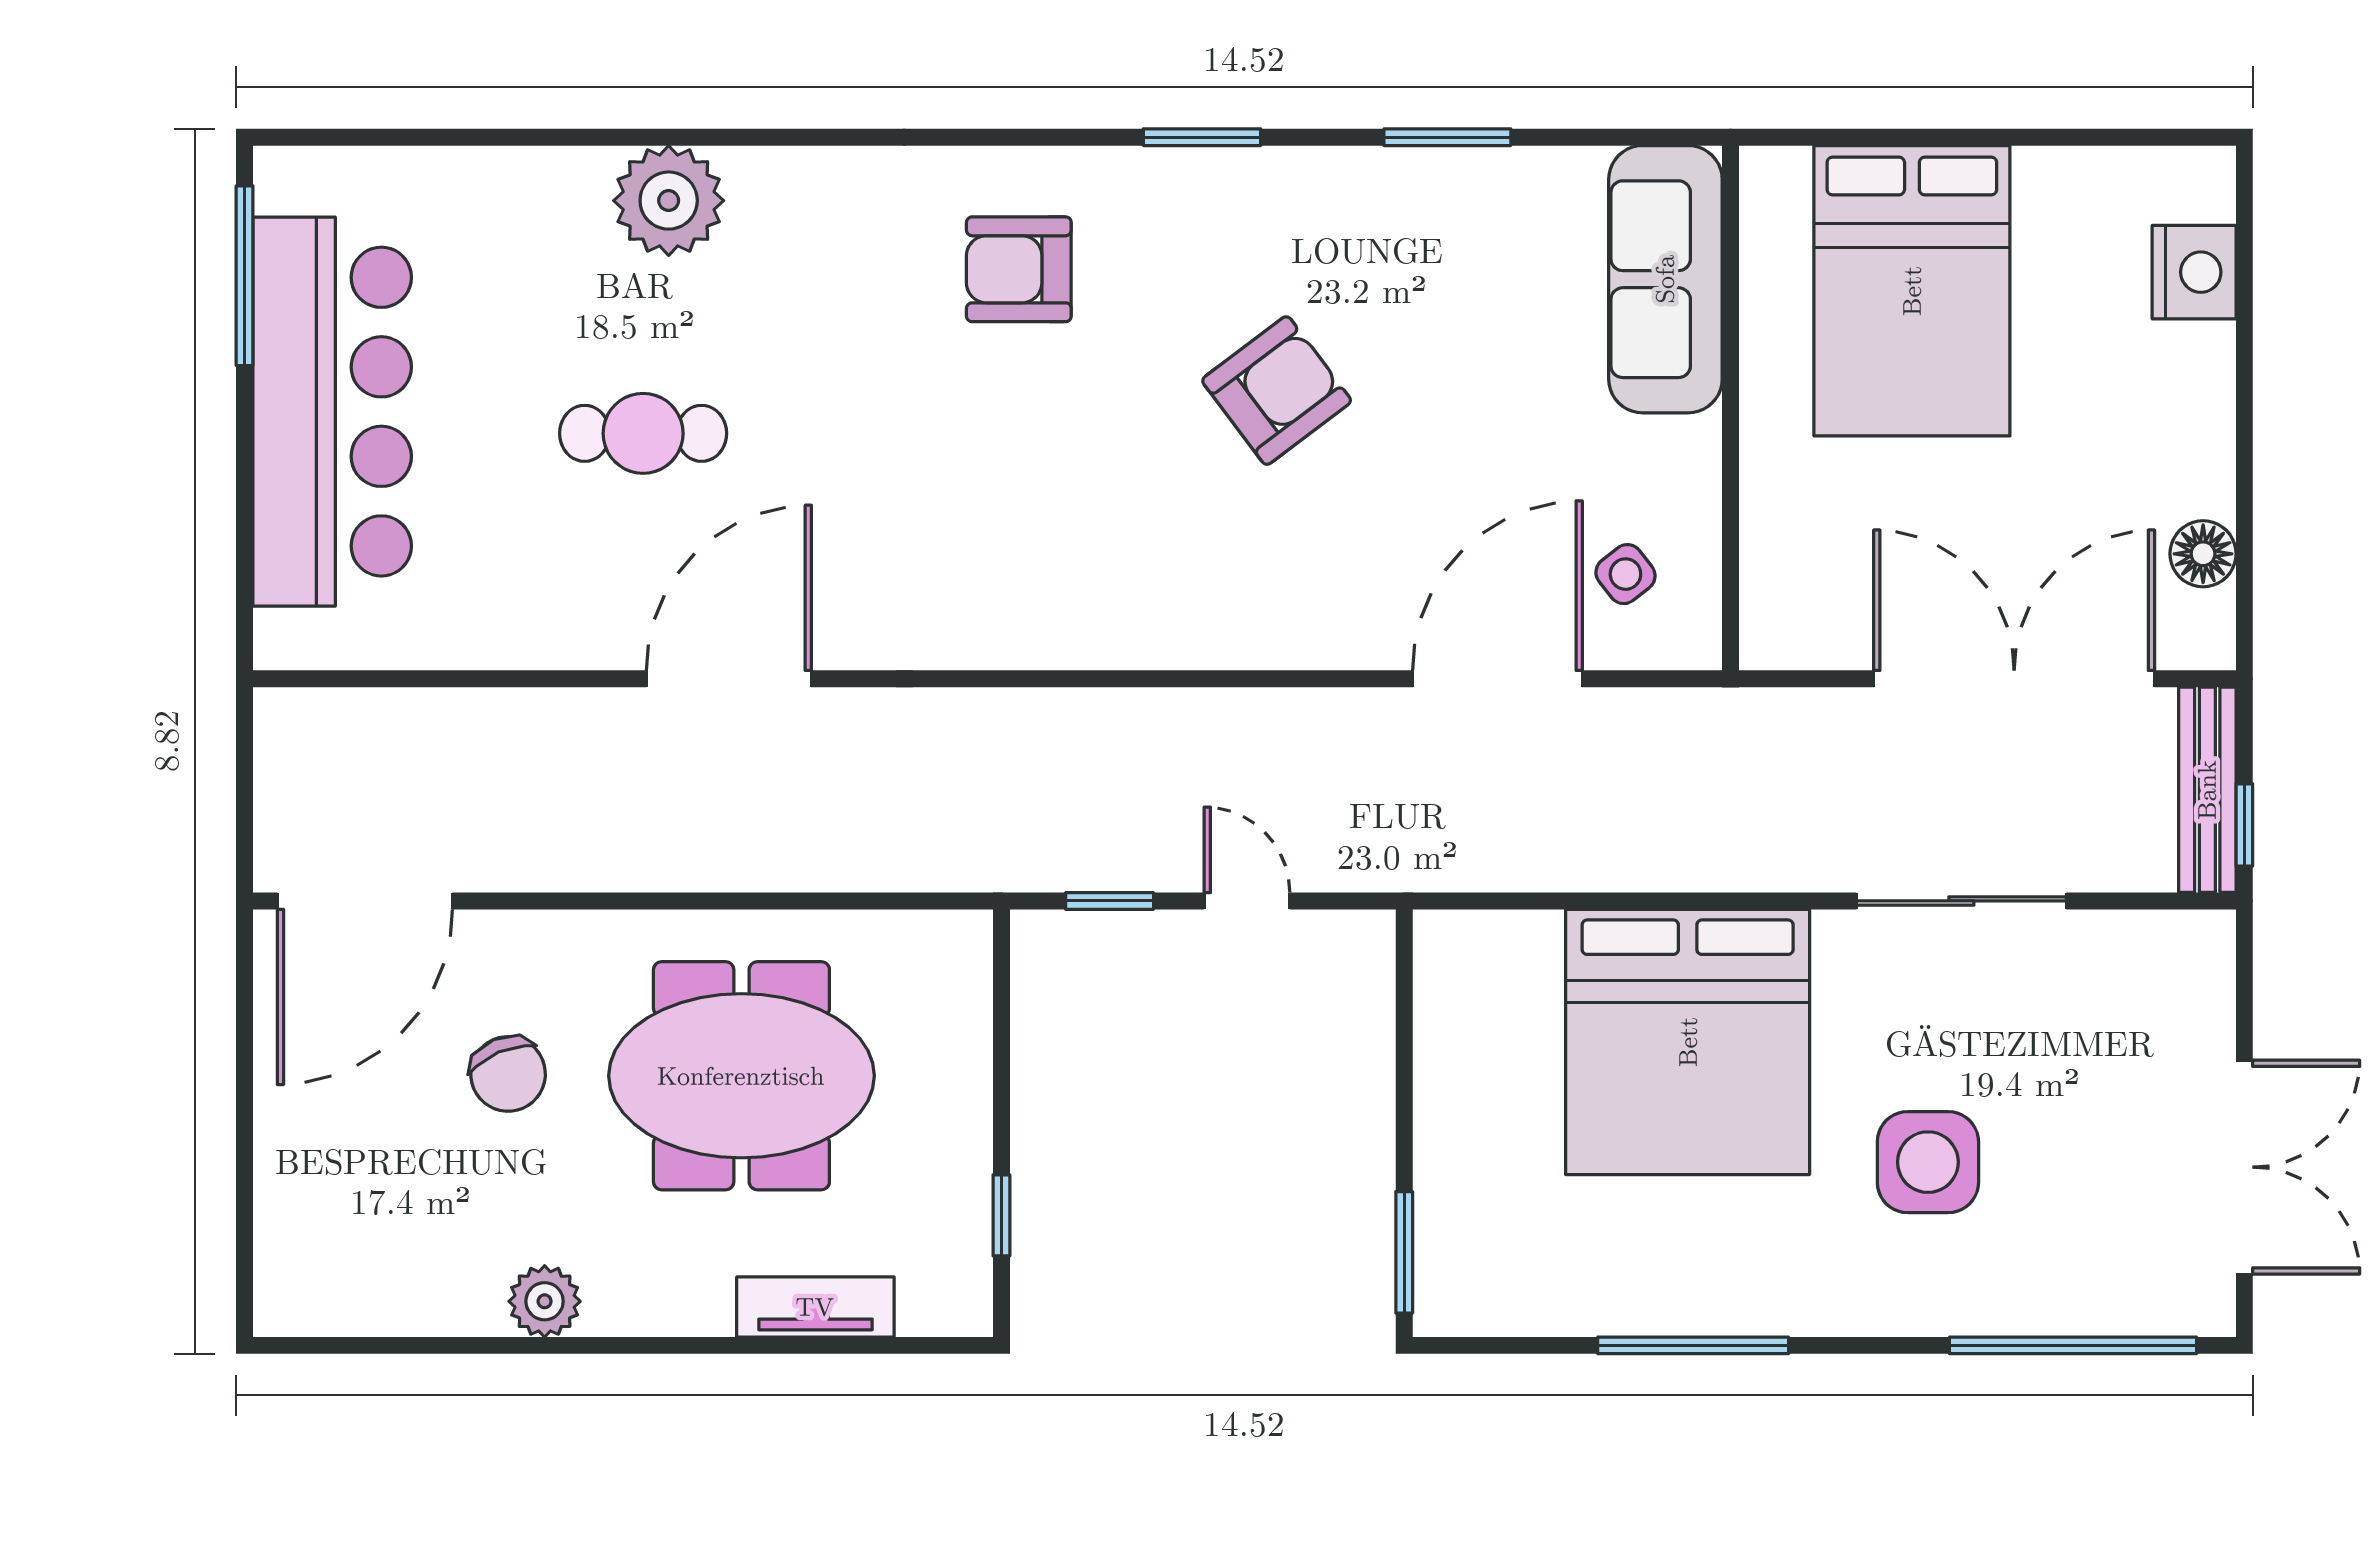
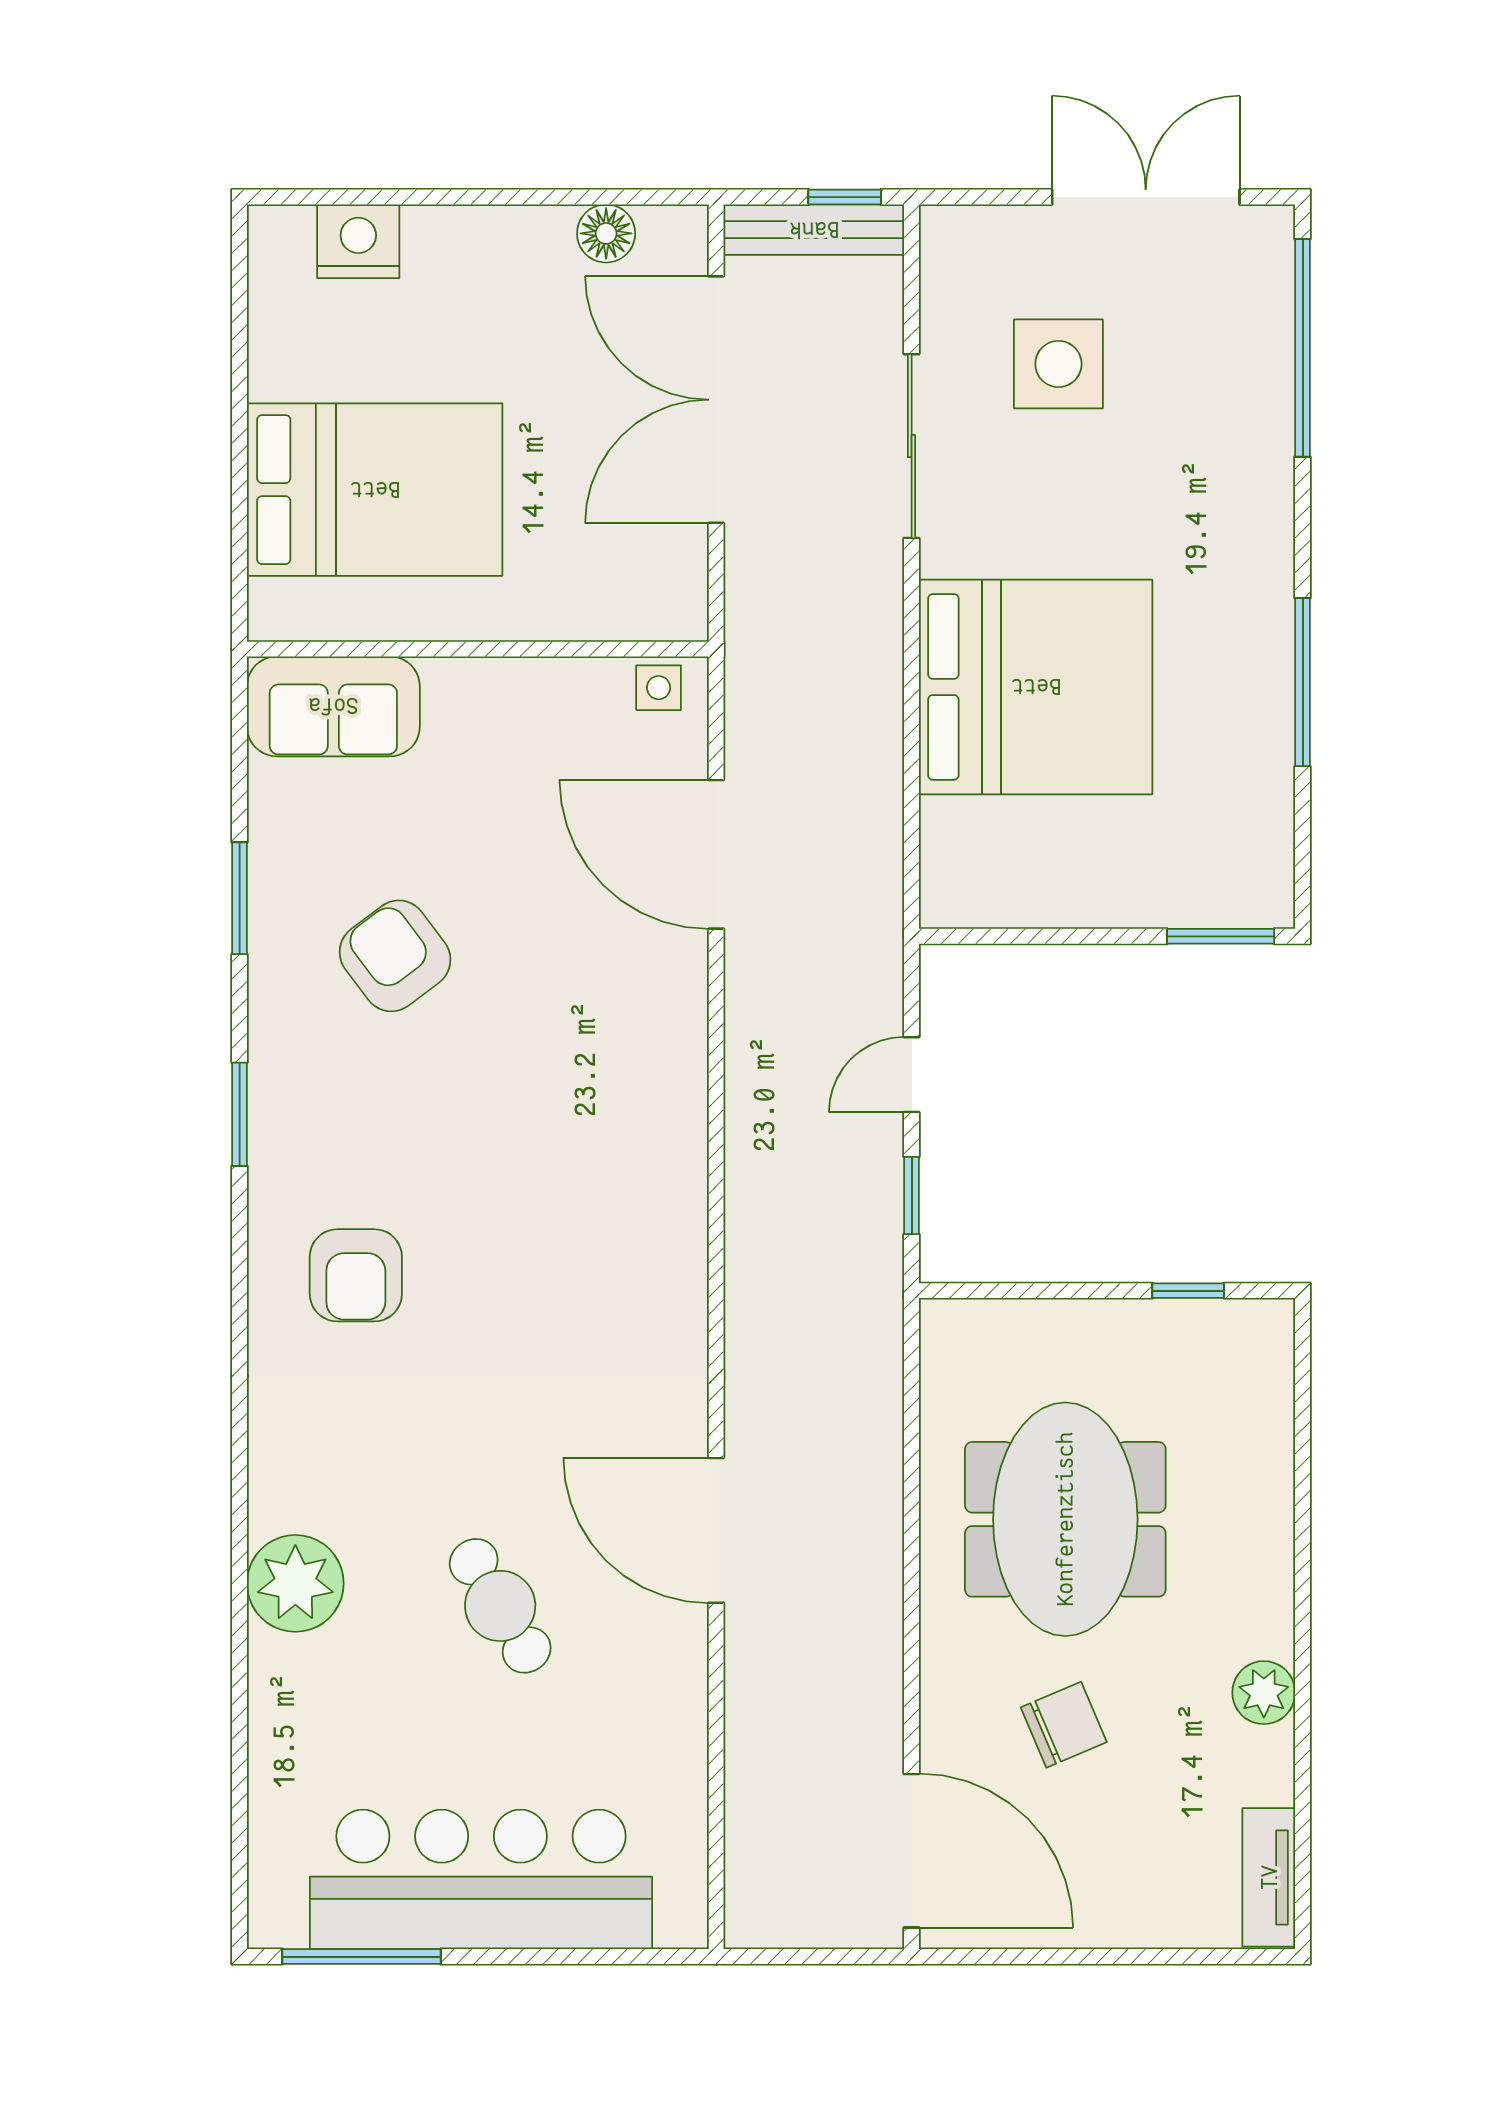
sofa: (1665, 279) -> (333, 706), width x0.73
armchair: (1277, 391) -> (395, 956), moved
cafe table: (643, 433) -> (500, 1606), turned -31
side table: (1625, 574) -> (659, 688), moved, turned 38
side table: (1928, 1162) -> (1058, 364), moved
tv unit: (815, 1307) -> (1269, 1877), moved

